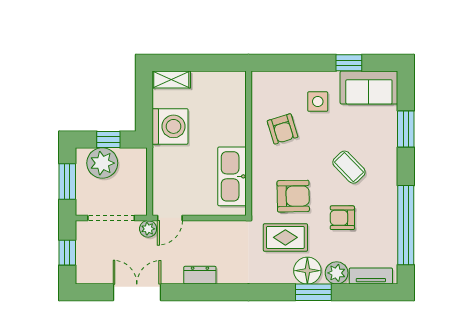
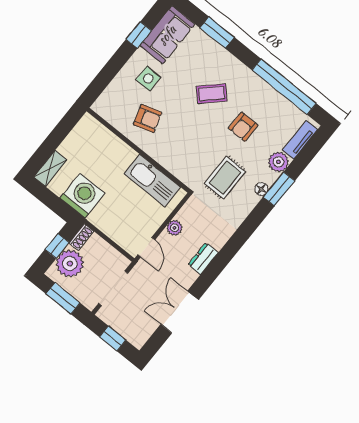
shoe rack: (133, 154) -> (81, 237), added
armchair: (293, 196) -> (200, 149), removed
plant: (148, 229) -> (175, 228), moved
floor lamp: (307, 271) -> (261, 189), width x0.53, depth x0.53

